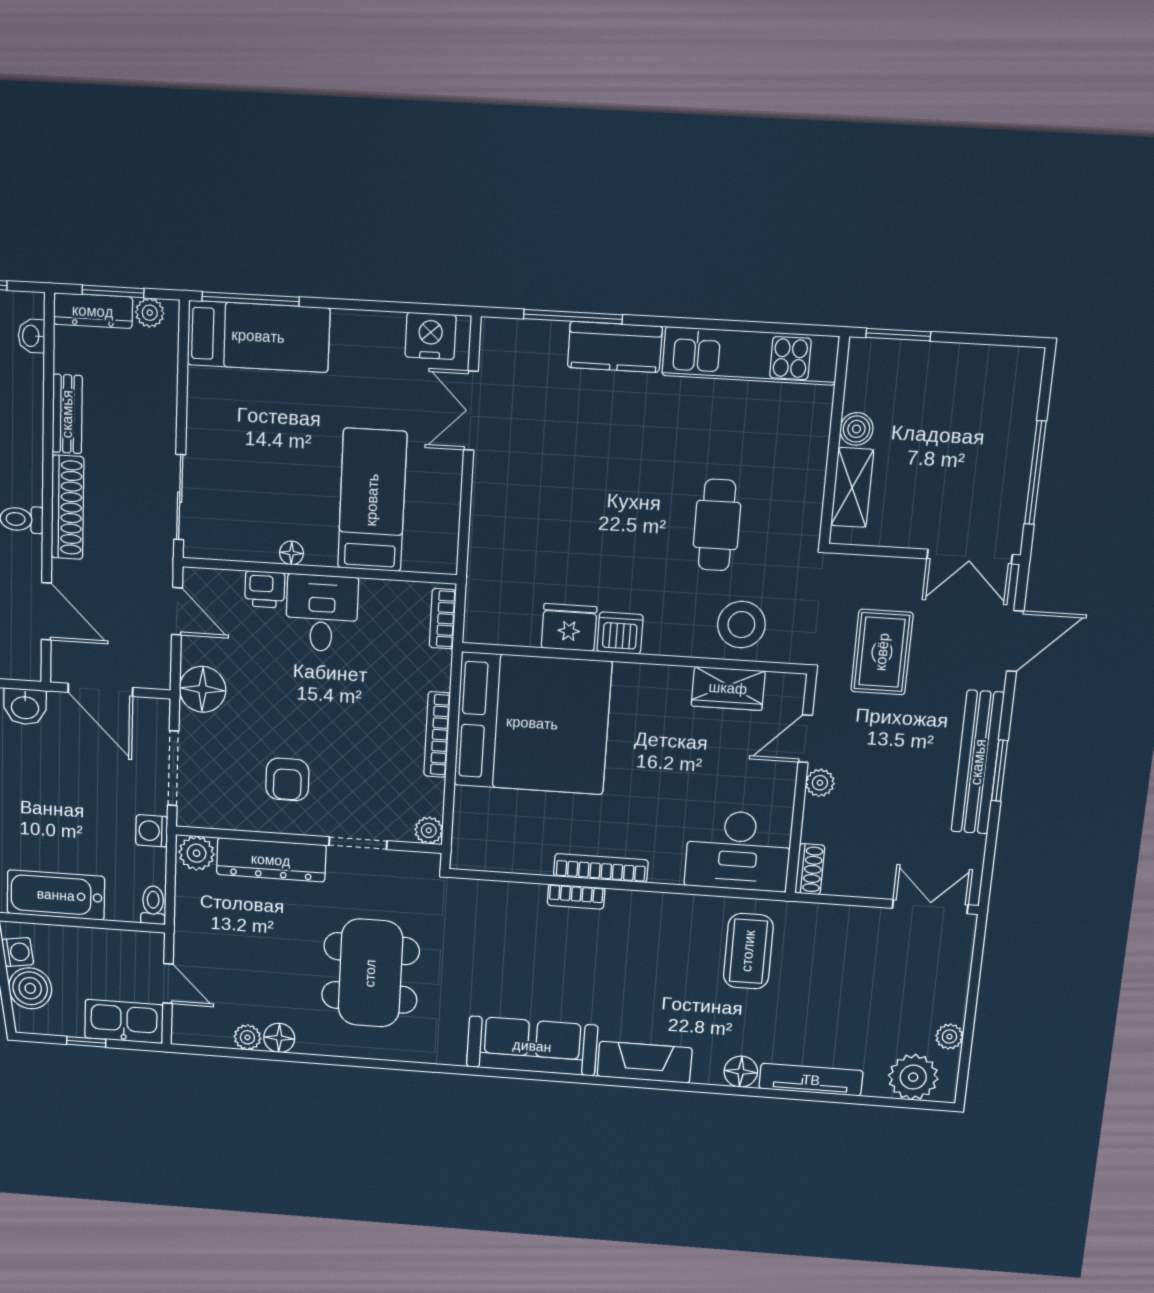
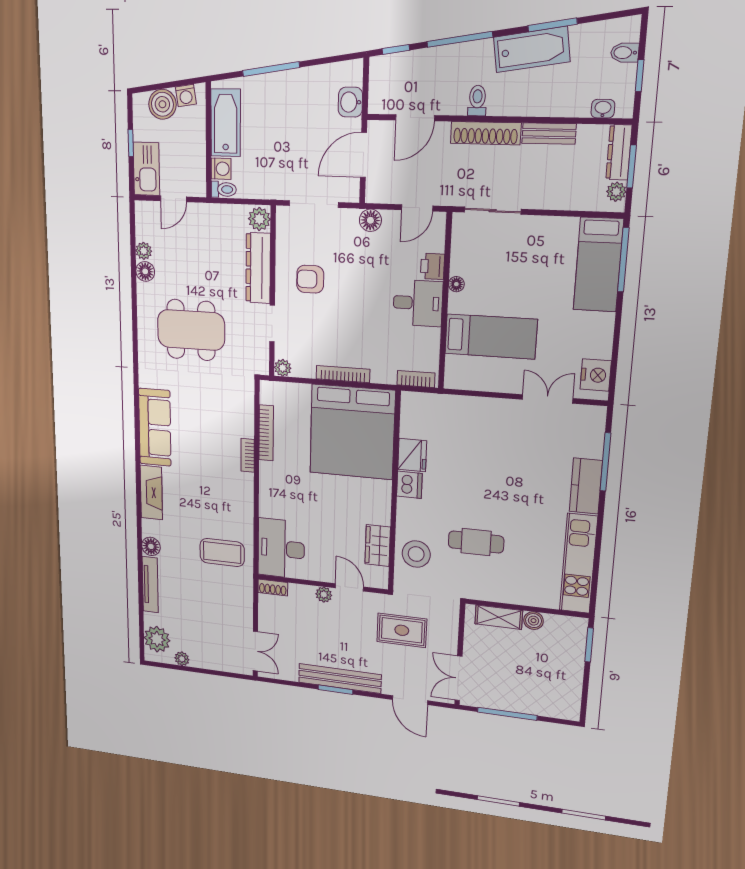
floor lamp: (203, 689) -> (370, 220), width x0.73, depth x0.73
washing machine: (152, 831) -> (221, 169), moved, turned 90
bookcase: (601, 868) -> (266, 433), moved

